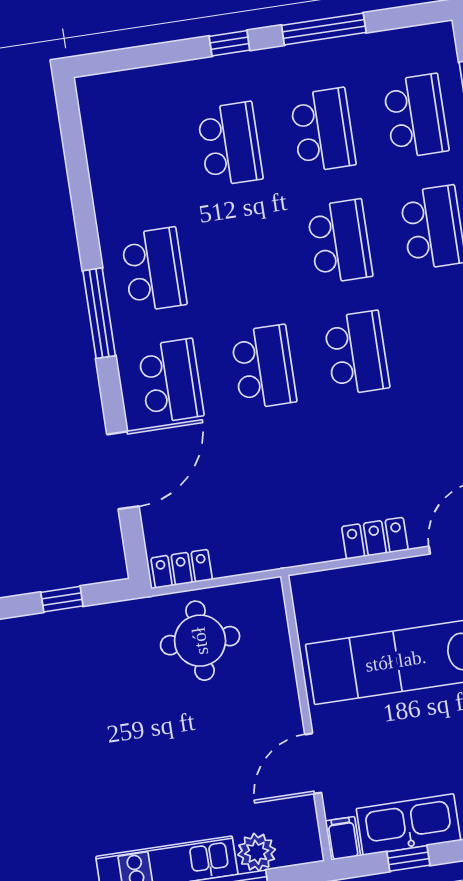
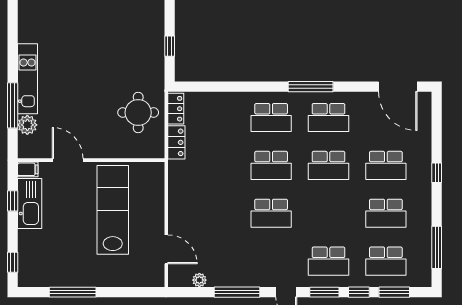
window: (324, 29) -> (437, 247), moved
school desk: (340, 241) -> (328, 165), moved
door: (123, 470) -> (398, 87), moved
locker: (375, 538) -> (176, 142), moved

